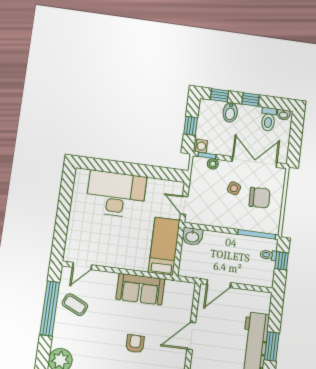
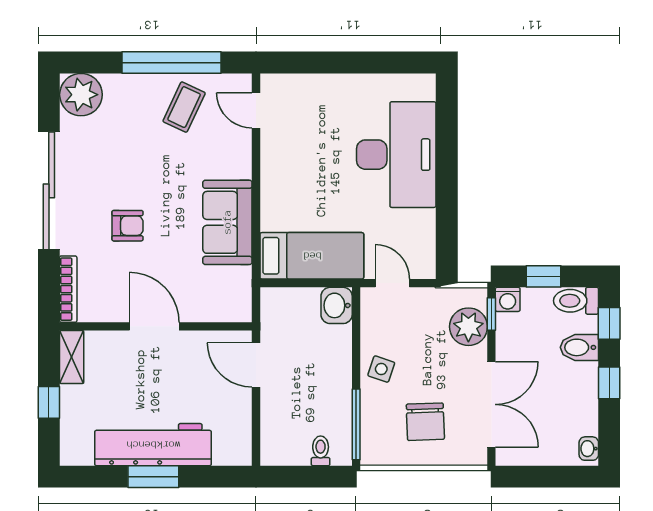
toilet: (268, 119) -> (576, 301), moved
plant: (213, 164) -> (468, 327), width x1.88, depth x1.88
side table: (234, 188) -> (381, 369), moved
door: (184, 205) -> (392, 283), hinge flipped
window: (282, 261) -> (313, 477), removed

